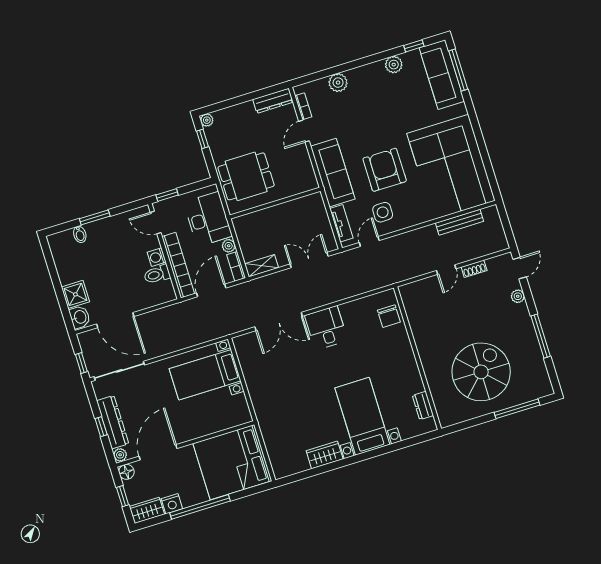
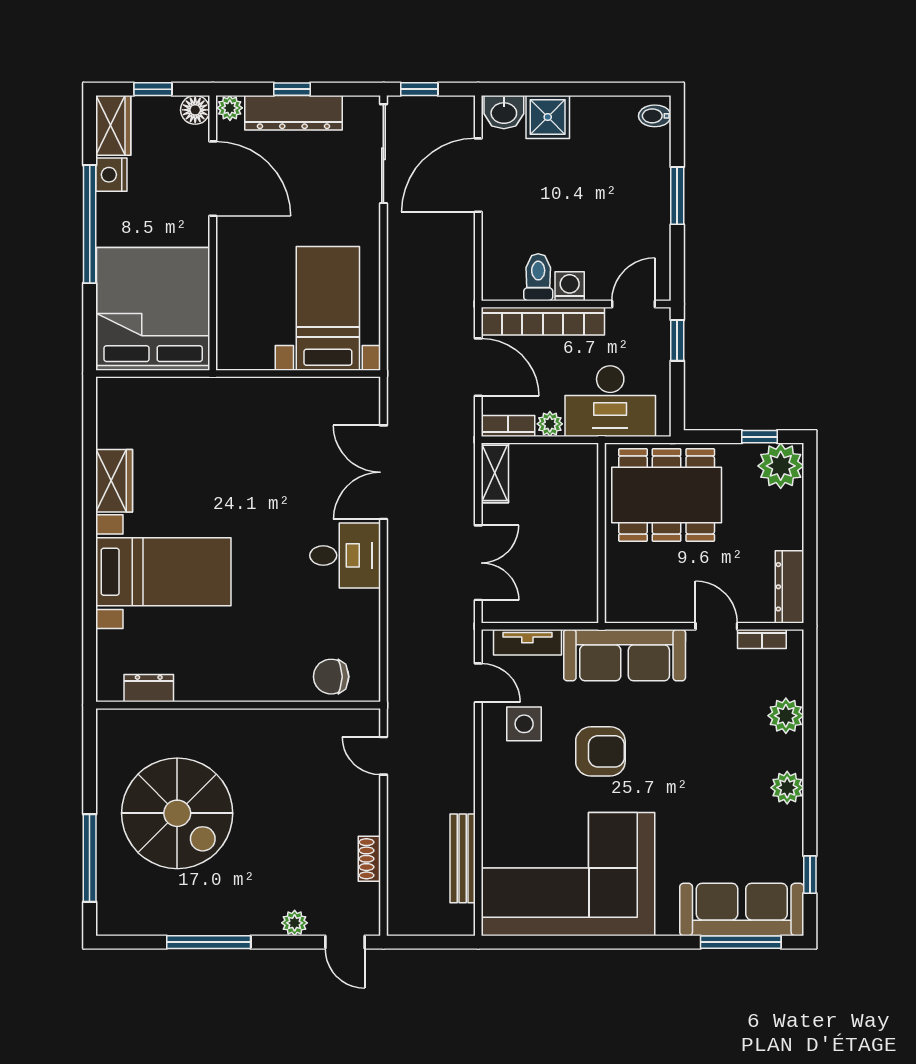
plant: (394, 65) -> (787, 788), moved
plant: (207, 120) -> (781, 466), width x1.88, depth x1.88
armchair: (385, 170) -> (600, 751), width x0.73, depth x0.73
dining table: (246, 176) -> (667, 495), width x1.38
bidet: (80, 234) -> (655, 116), moved
door: (446, 270) -> (383, 756), moved

